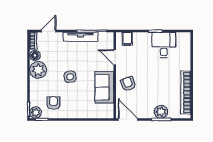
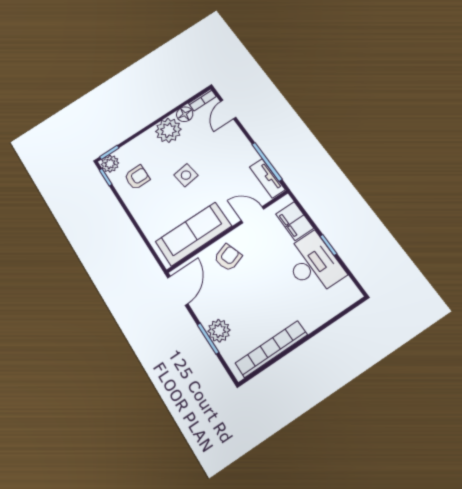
door: (49, 31) -> (228, 109), swing flipped
tv unit: (81, 37) -> (267, 178), moved, width x0.71
filing cabinet: (127, 39) -> (295, 221), width x2.00
desk: (164, 45) -> (313, 264), width x1.37
door: (115, 57) -> (252, 215), hinge flipped
sofa: (104, 87) -> (194, 234), width x1.36

